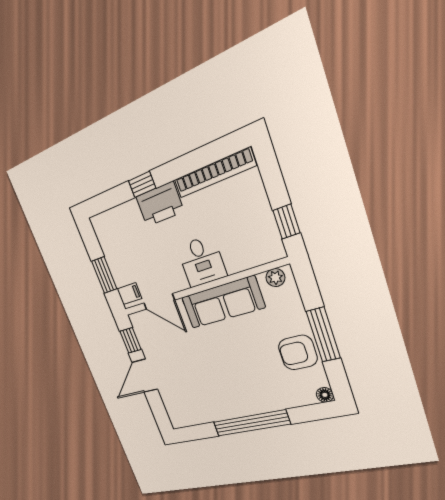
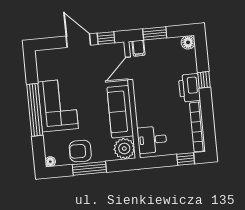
window: (287, 222) -> (186, 159), moved
floor lamp: (100, 224) -> (188, 42), added
desk: (202, 261) -> (152, 140), moved
plant: (275, 278) -> (124, 149), width x1.87, depth x1.87
armchair: (298, 353) -> (80, 151), turned -89
corner sofa: (237, 393) -> (58, 105), added

